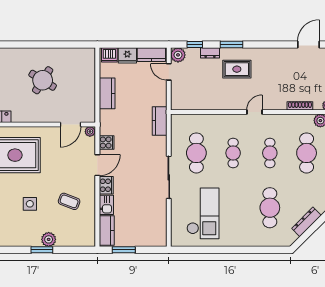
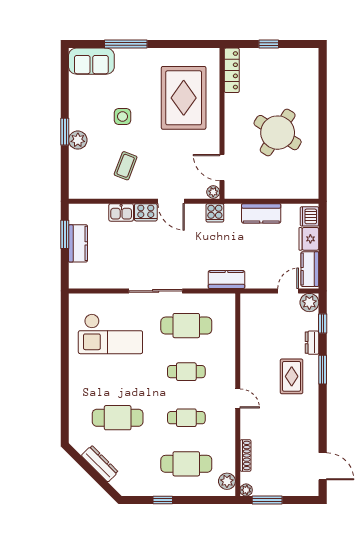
round table: (43, 80) -> (278, 133), width x1.36, depth x1.36
cooker: (107, 143) -> (215, 213), moved
kitchen counter: (107, 231) -> (78, 243), moved, turned -90

